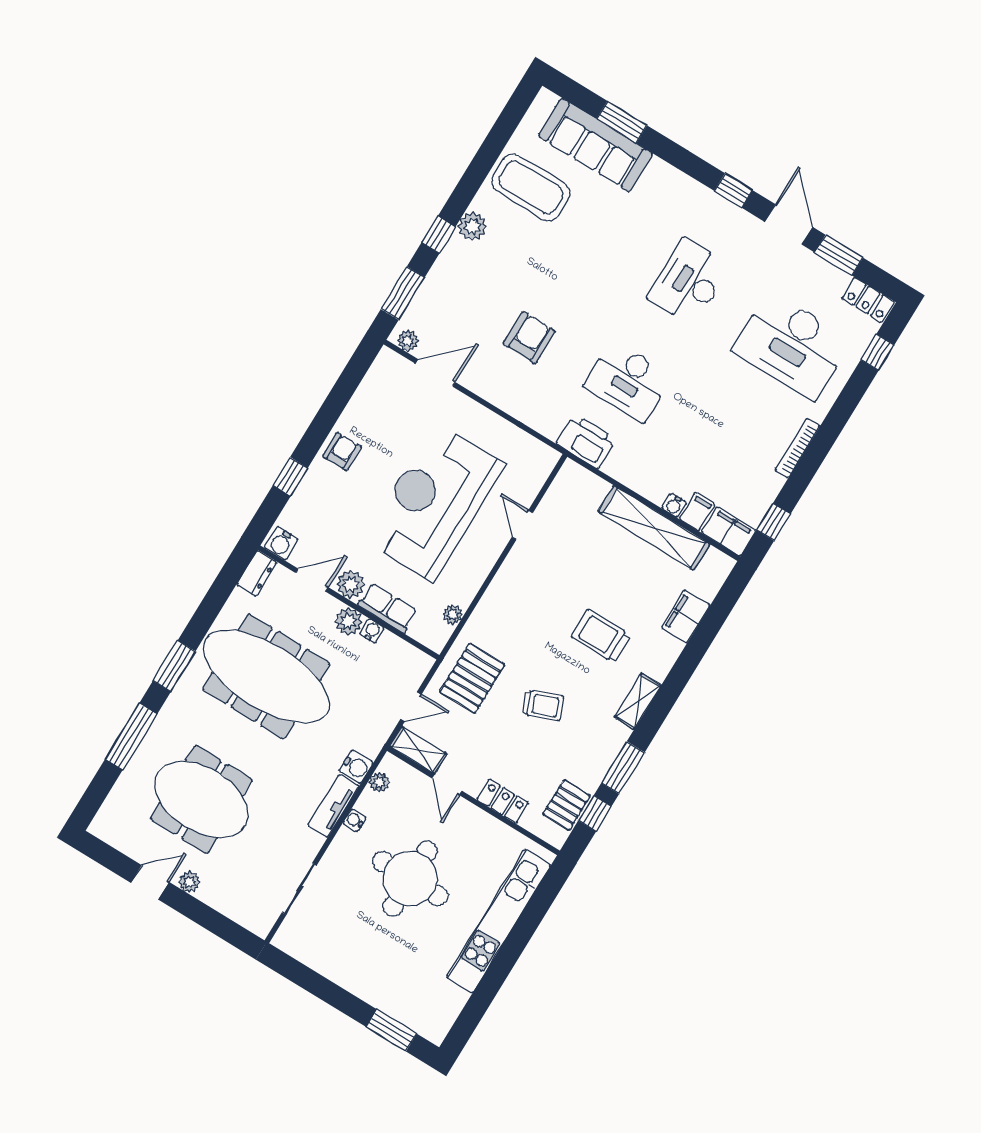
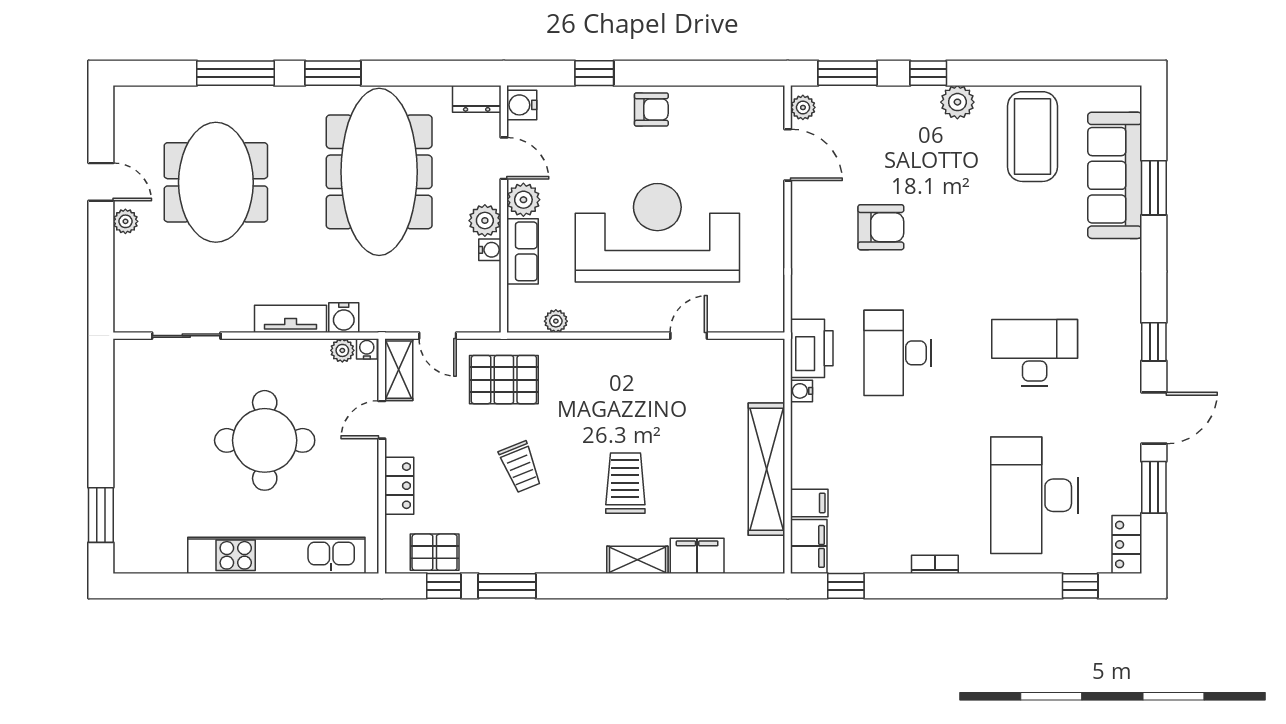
bookcase: (797, 448) -> (935, 564), width x0.64
water cooler: (674, 505) -> (802, 391), moved
shelving: (638, 701) -> (637, 560), moved
water cooler: (355, 820) -> (367, 349), moved

